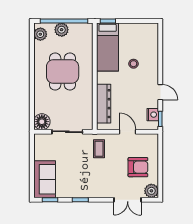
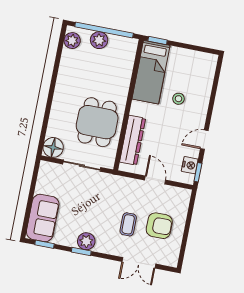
dining table: (63, 71) -> (97, 122), moved
door: (160, 92) -> (204, 140), swing flipped
coffee table: (99, 149) -> (128, 224), moved
plant: (151, 191) -> (86, 241), moved

